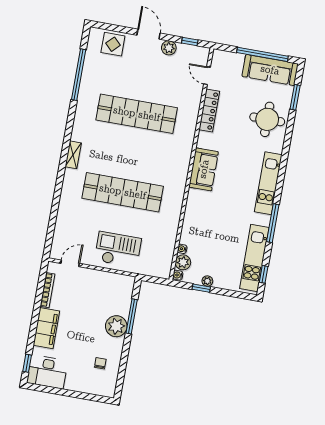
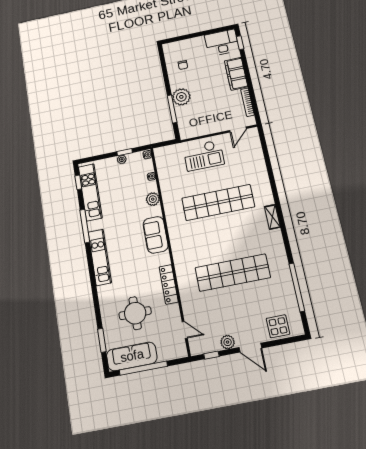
locker: (209, 110) -> (169, 284), moved
round table: (267, 119) -> (135, 313), moved
sofa: (204, 169) -> (156, 235), moved
plant: (183, 262) -> (153, 199), moved

